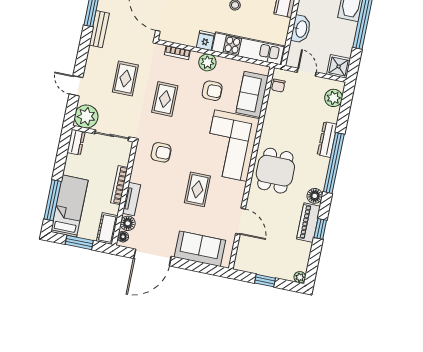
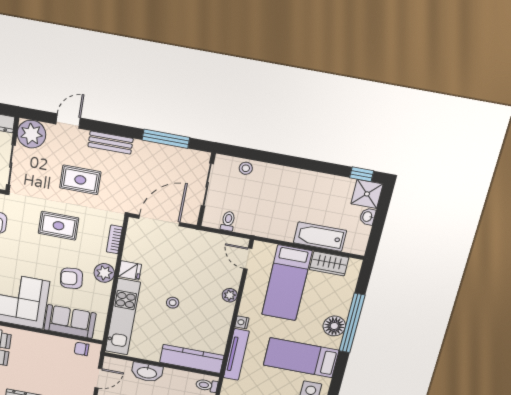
bench: (99, 29) -> (110, 143), moved
armchair: (212, 91) -> (71, 278), turned 84

